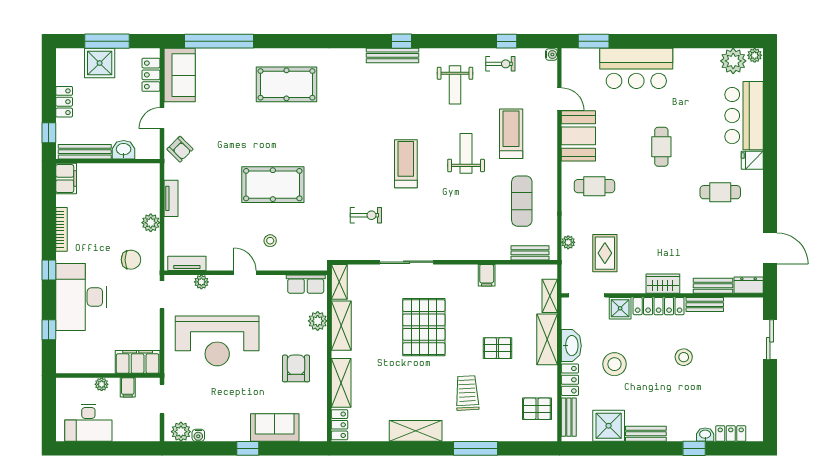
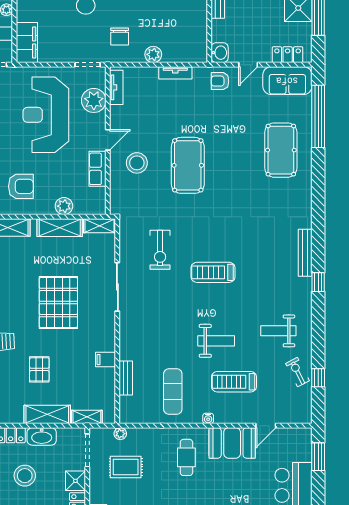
bench: (393, 55) -> (305, 253), moved
water cooler: (551, 55) -> (208, 418), moved
exercise bike: (500, 64) -> (298, 372), turned 153
pool table: (286, 84) -> (281, 150), moved
door: (162, 118) -> (248, 65), swing flipped
treadmill: (511, 134) -> (234, 382), turned 180
armchair: (180, 149) -> (220, 81), turned 45
washbasin: (124, 150) -> (220, 53), moved
treadmill: (406, 164) -> (213, 272), moved, turned 180
exercise mat: (522, 201) -> (173, 391), turned 90
exercise bike: (366, 215) -> (160, 250), width x1.38, depth x1.39
stool: (270, 241) -> (137, 163), width x1.89, depth x1.89
plant: (568, 242) -> (120, 434), moved
bench: (530, 253) -> (126, 378), moved
plant: (201, 282) -> (94, 100), width x1.87, depth x1.87
row of seats: (306, 284) -> (97, 169), moved
pallet: (424, 327) -> (58, 302), turned 90

